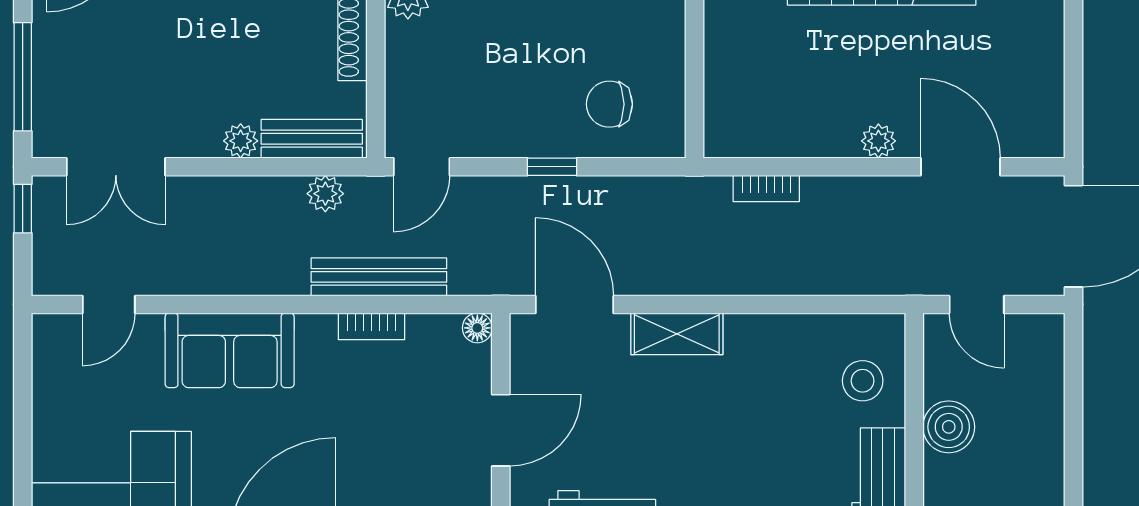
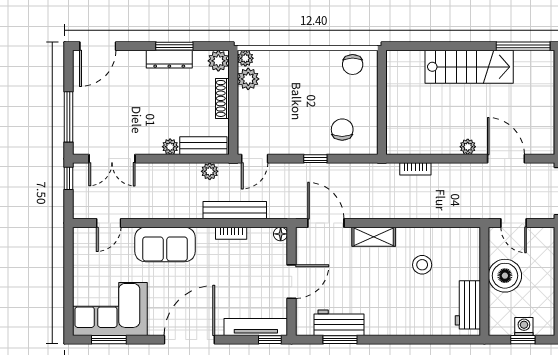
chair: (609, 104) -> (342, 130), turned 90
stool: (863, 381) -> (422, 265), moved
boiler: (949, 427) -> (505, 276), width x1.37, depth x1.37

